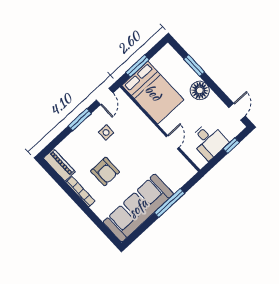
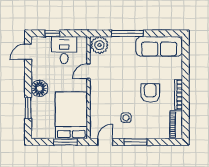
plant: (184, 172) -> (99, 45), added
sofa: (138, 208) -> (159, 46), width x0.74, depth x0.79

